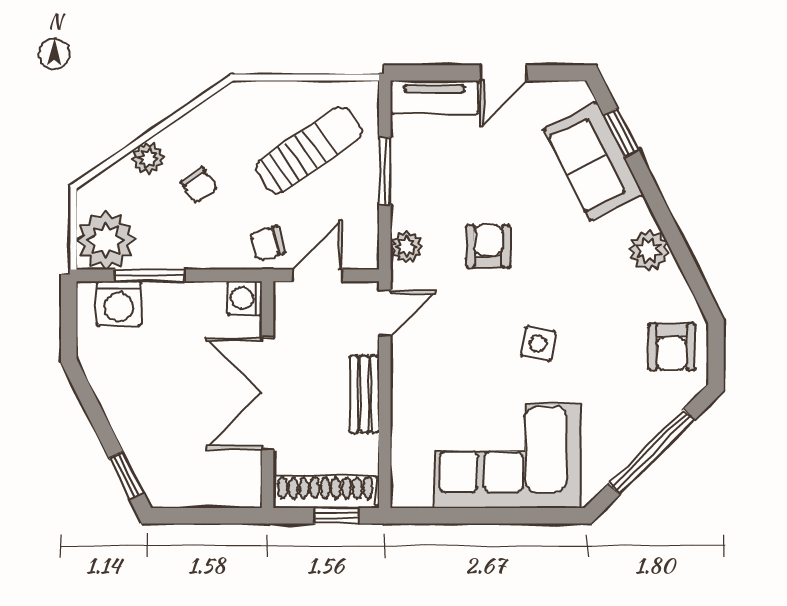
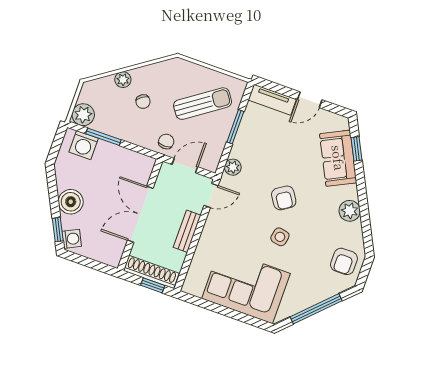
plant: (106, 240) -> (83, 115), width x0.73, depth x0.73
chair: (268, 243) -> (166, 142), turned 106
armchair: (488, 246) -> (284, 198), moved, turned 147
washing machine: (245, 298) -> (72, 239), moved, turned 153
boiler: (132, 416) -> (71, 202), added

